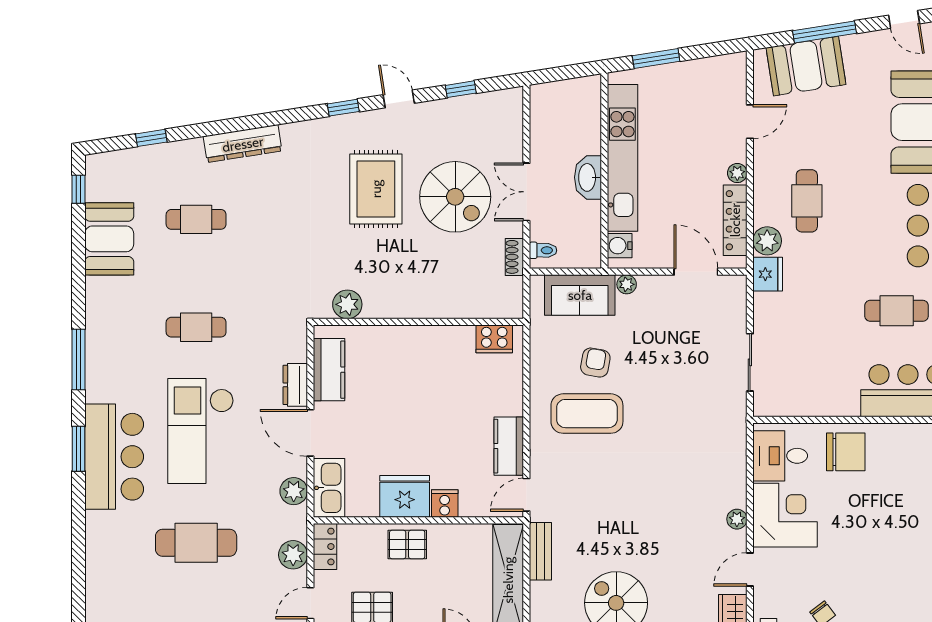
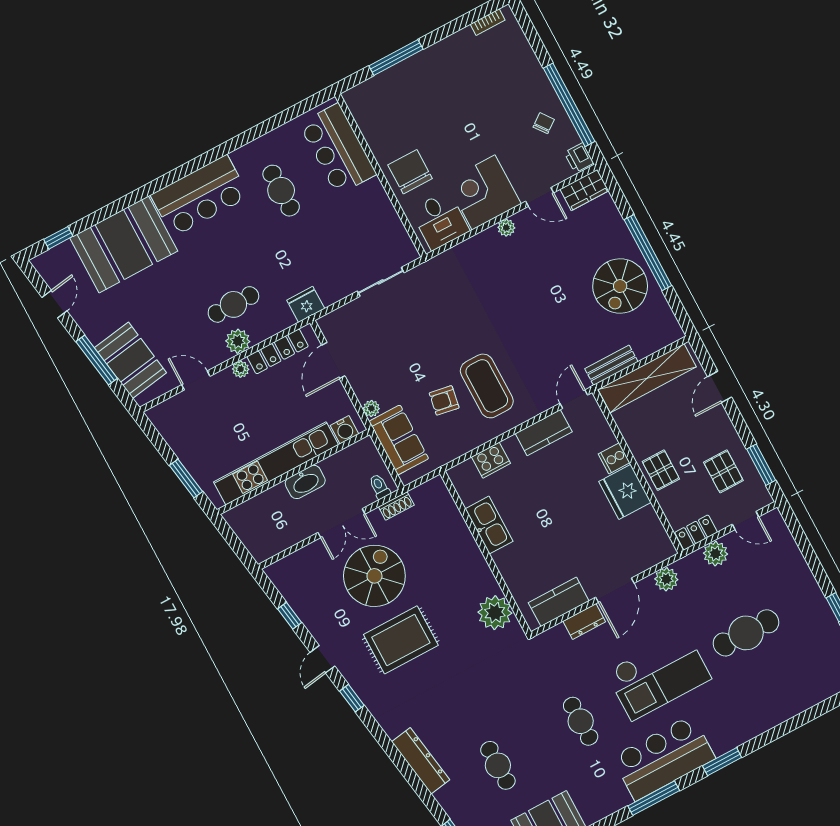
plant: (767, 241) -> (238, 341), moved
plant: (347, 304) -> (495, 613), width x1.36, depth x1.36
cooker: (494, 339) -> (491, 460), moved, turned 90
bar counter: (114, 457) -> (664, 758), moved
kitchen sink: (329, 488) -> (489, 525), moved, turned 90
door: (526, 495) -> (574, 399), swing flipped
cafe table: (196, 543) -> (746, 633), turned 90

